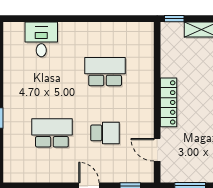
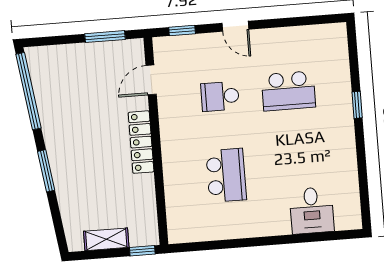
school desk: (105, 72) -> (226, 175), turned -90
door: (157, 150) -> (151, 80), swing flipped

